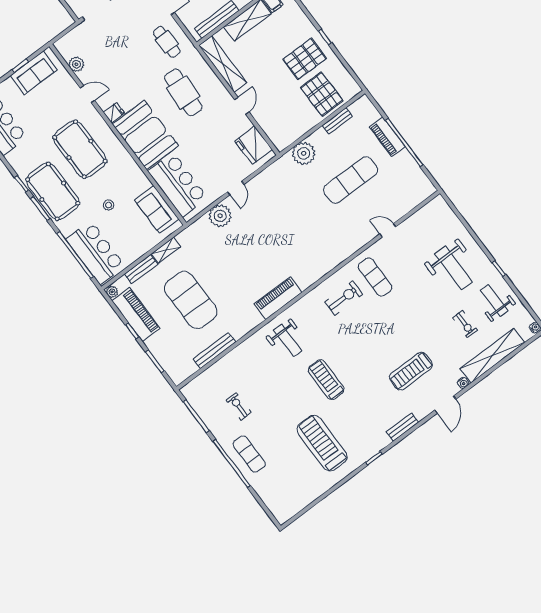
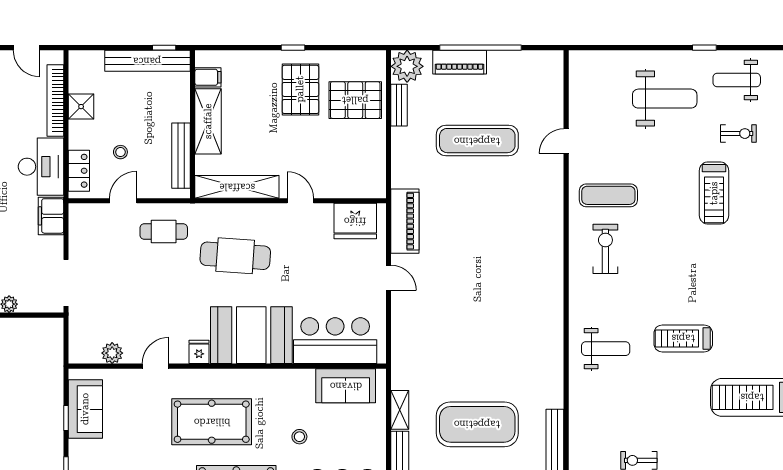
plant: (304, 153) -> (407, 66), moved
exercise mat: (351, 180) -> (477, 141), turned 90
plant: (220, 216) -> (407, 319), removed
piano: (278, 298) -> (405, 221), moved, turned 180
treadmill: (411, 371) -> (714, 193), moved

